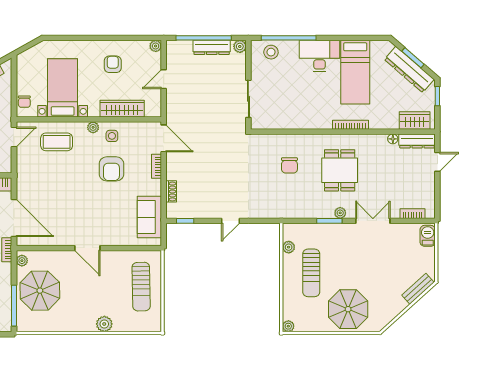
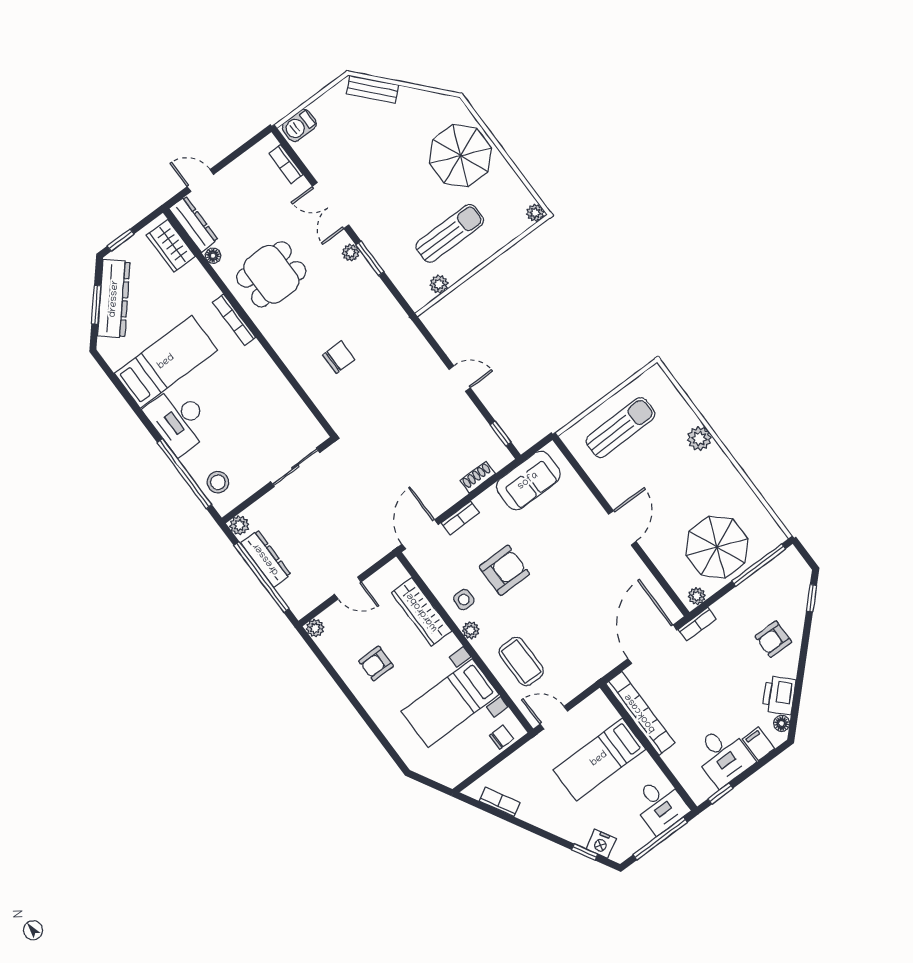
dining table: (340, 170) -> (271, 274), moved

